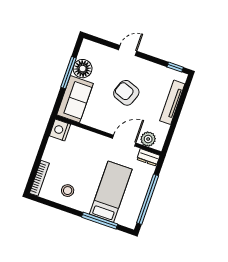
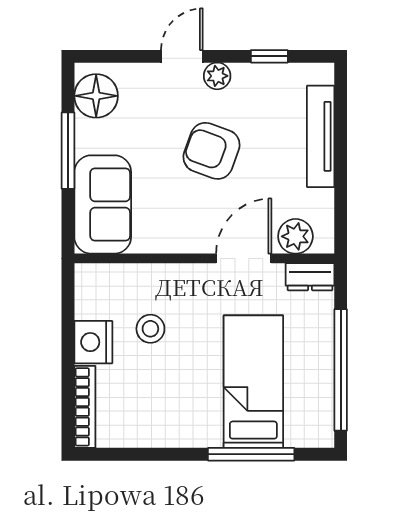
plant: (139, 63) -> (217, 76), added
window: (175, 67) -> (269, 56), moved
floor lamp: (83, 69) -> (96, 96), moved
nightstand: (60, 130) -> (93, 342), moved
stool: (68, 191) -> (150, 329), moved

